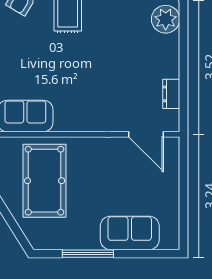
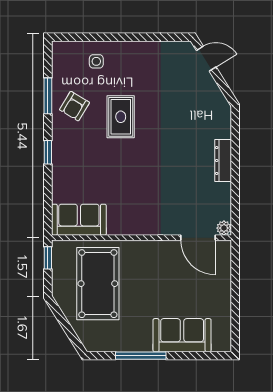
plant: (166, 19) -> (224, 228), moved, width x0.53, depth x0.53
dresser: (171, 94) -> (223, 161), moved, width x1.44

